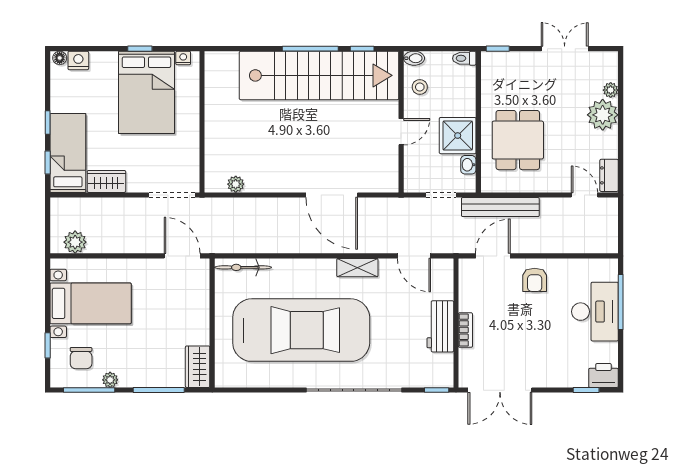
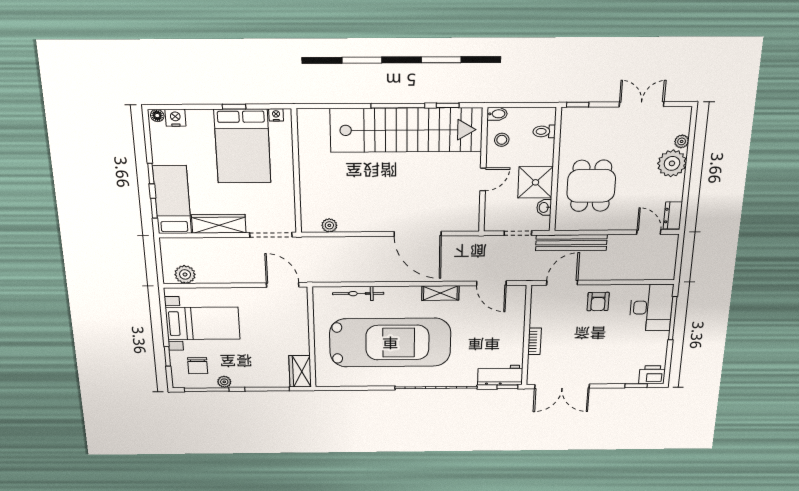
toilet: (464, 58) -> (544, 131), moved
wardrobe: (106, 181) -> (219, 224), width x1.50
bicycle: (243, 267) -> (358, 294), moved
desk: (595, 312) -> (651, 307), moved
workbench: (440, 326) -> (500, 375), moved, turned 90

